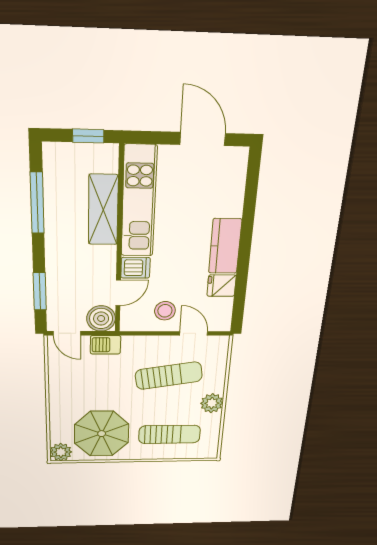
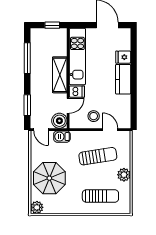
shelving: (103, 210) -> (60, 75), moved
fridge: (222, 286) -> (123, 57), moved
parasol: (102, 434) -> (49, 178), moved

